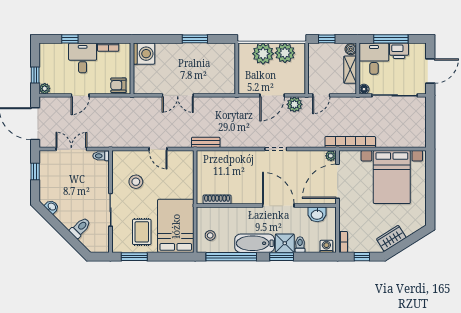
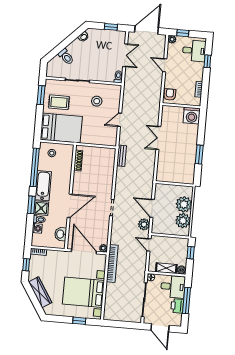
desk: (83, 58) -> (194, 51), moved
window: (430, 179) -> (79, 321), added
wardrobe: (391, 238) -> (40, 292), width x1.50
washing machine: (326, 246) -> (37, 228), moved

